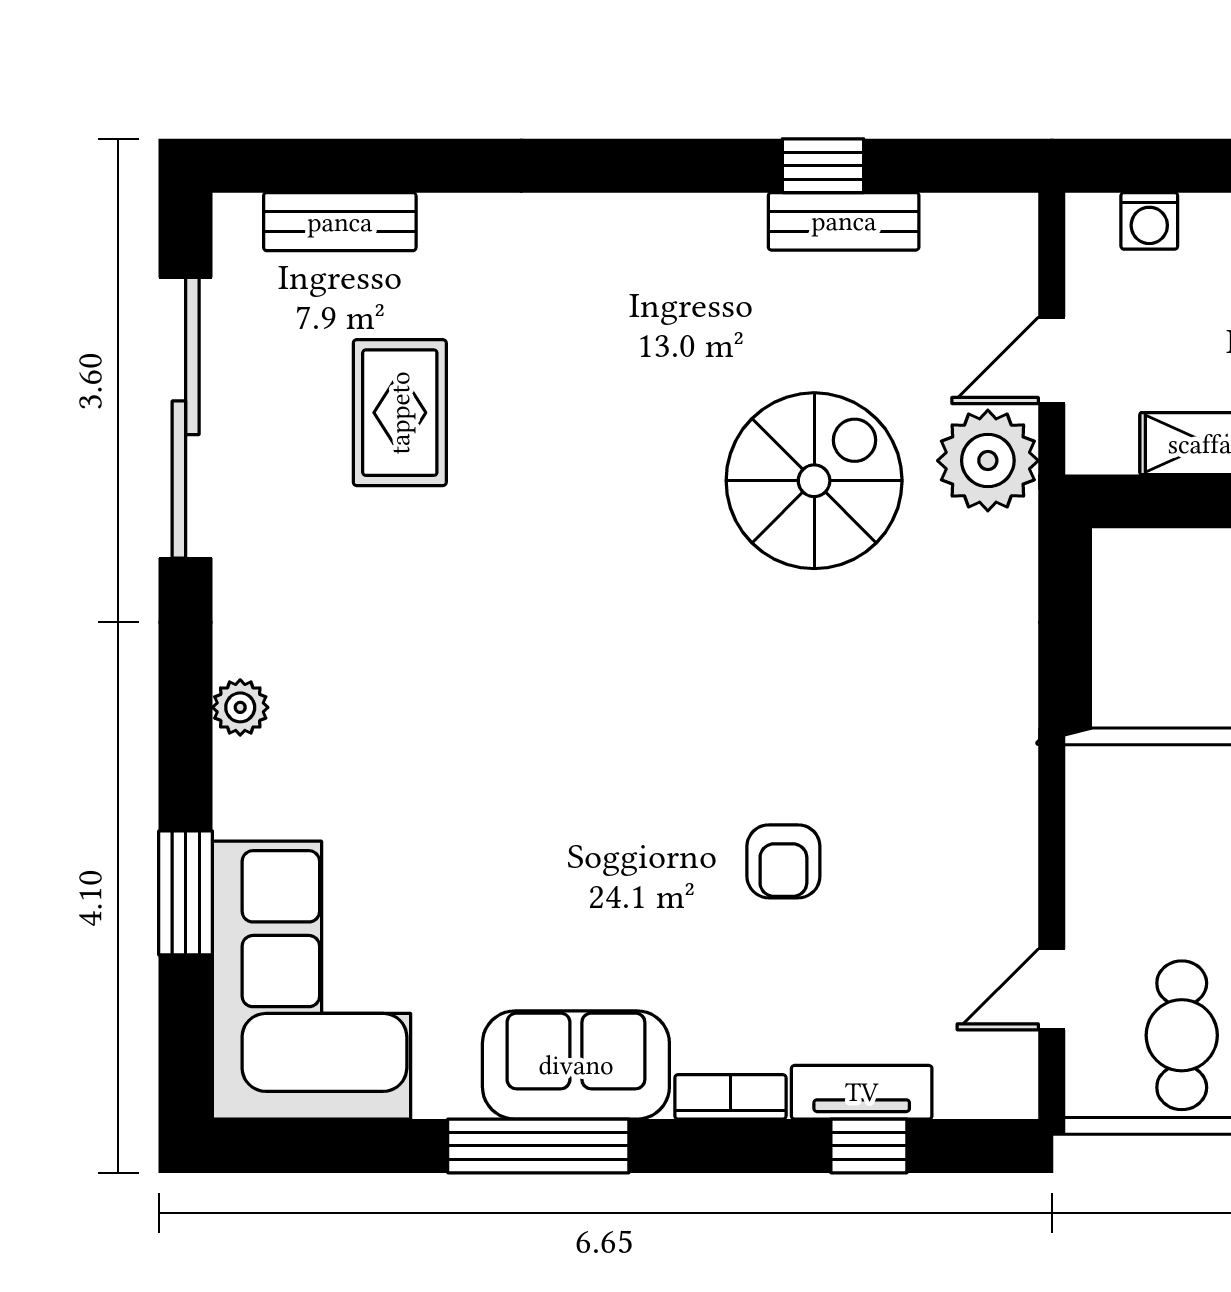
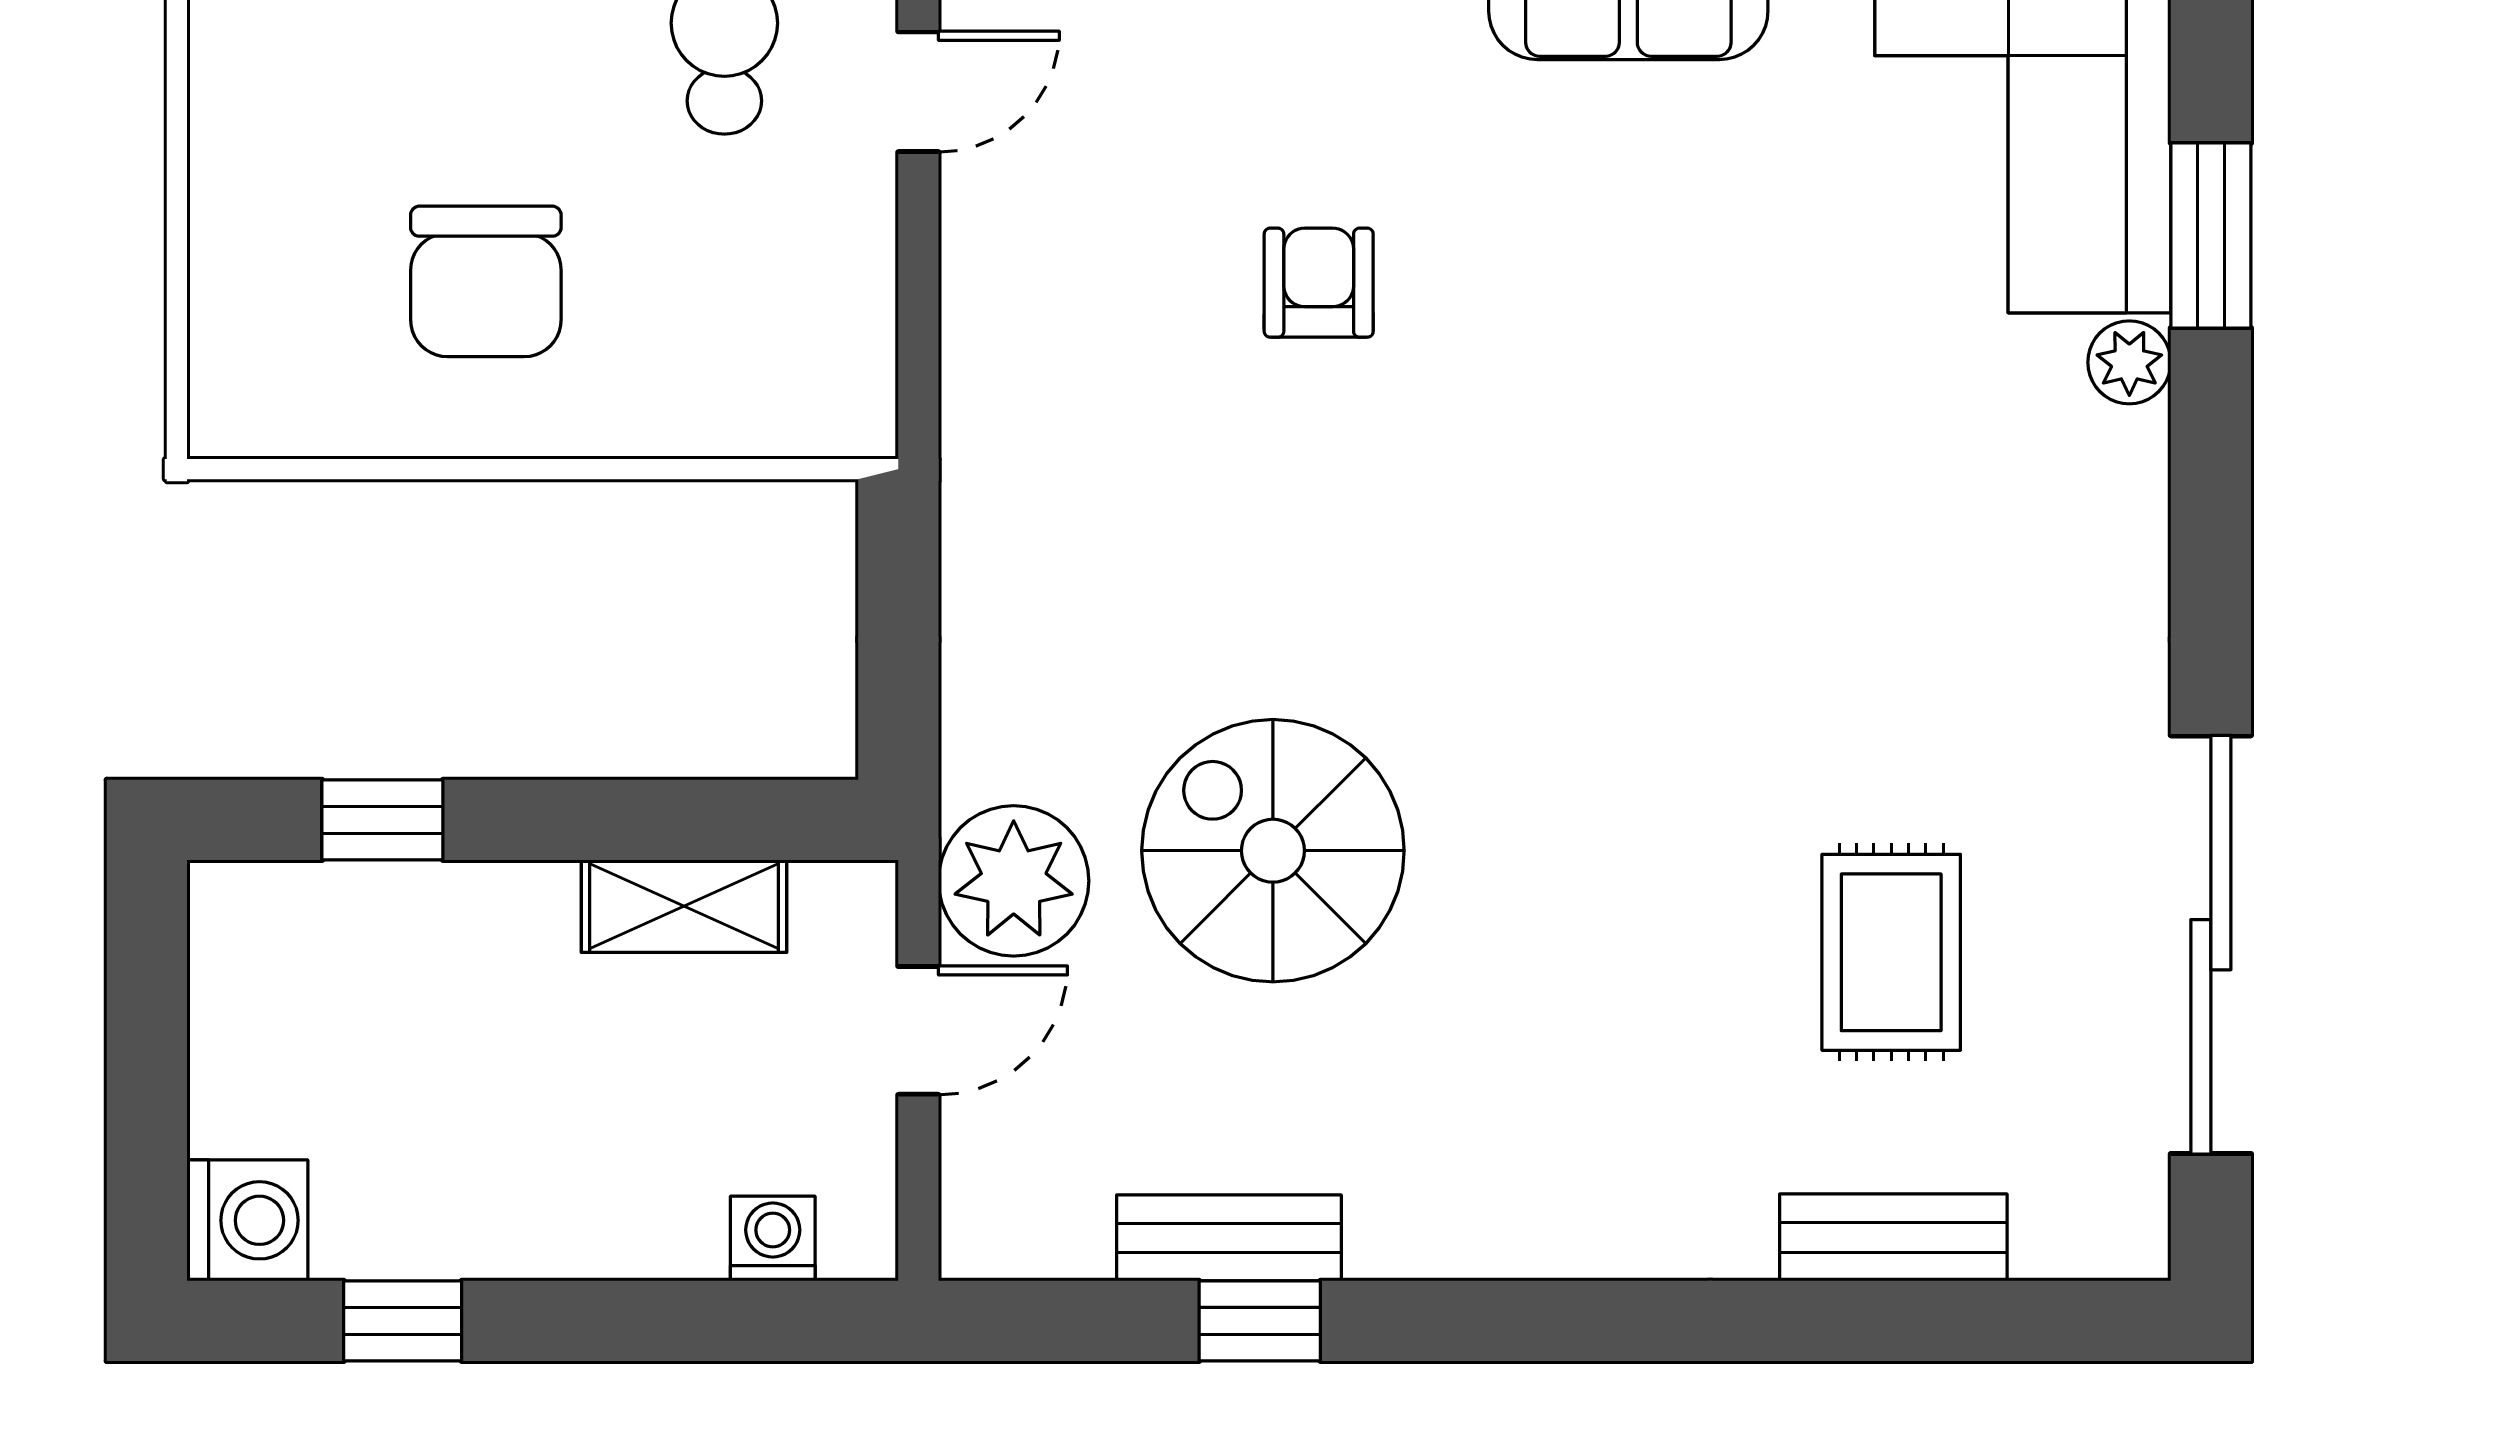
bench: (340, 222) -> (1893, 1237), moved
spiral stairs: (814, 481) -> (1273, 851), turned 90
plant: (240, 707) -> (2129, 362), moved

